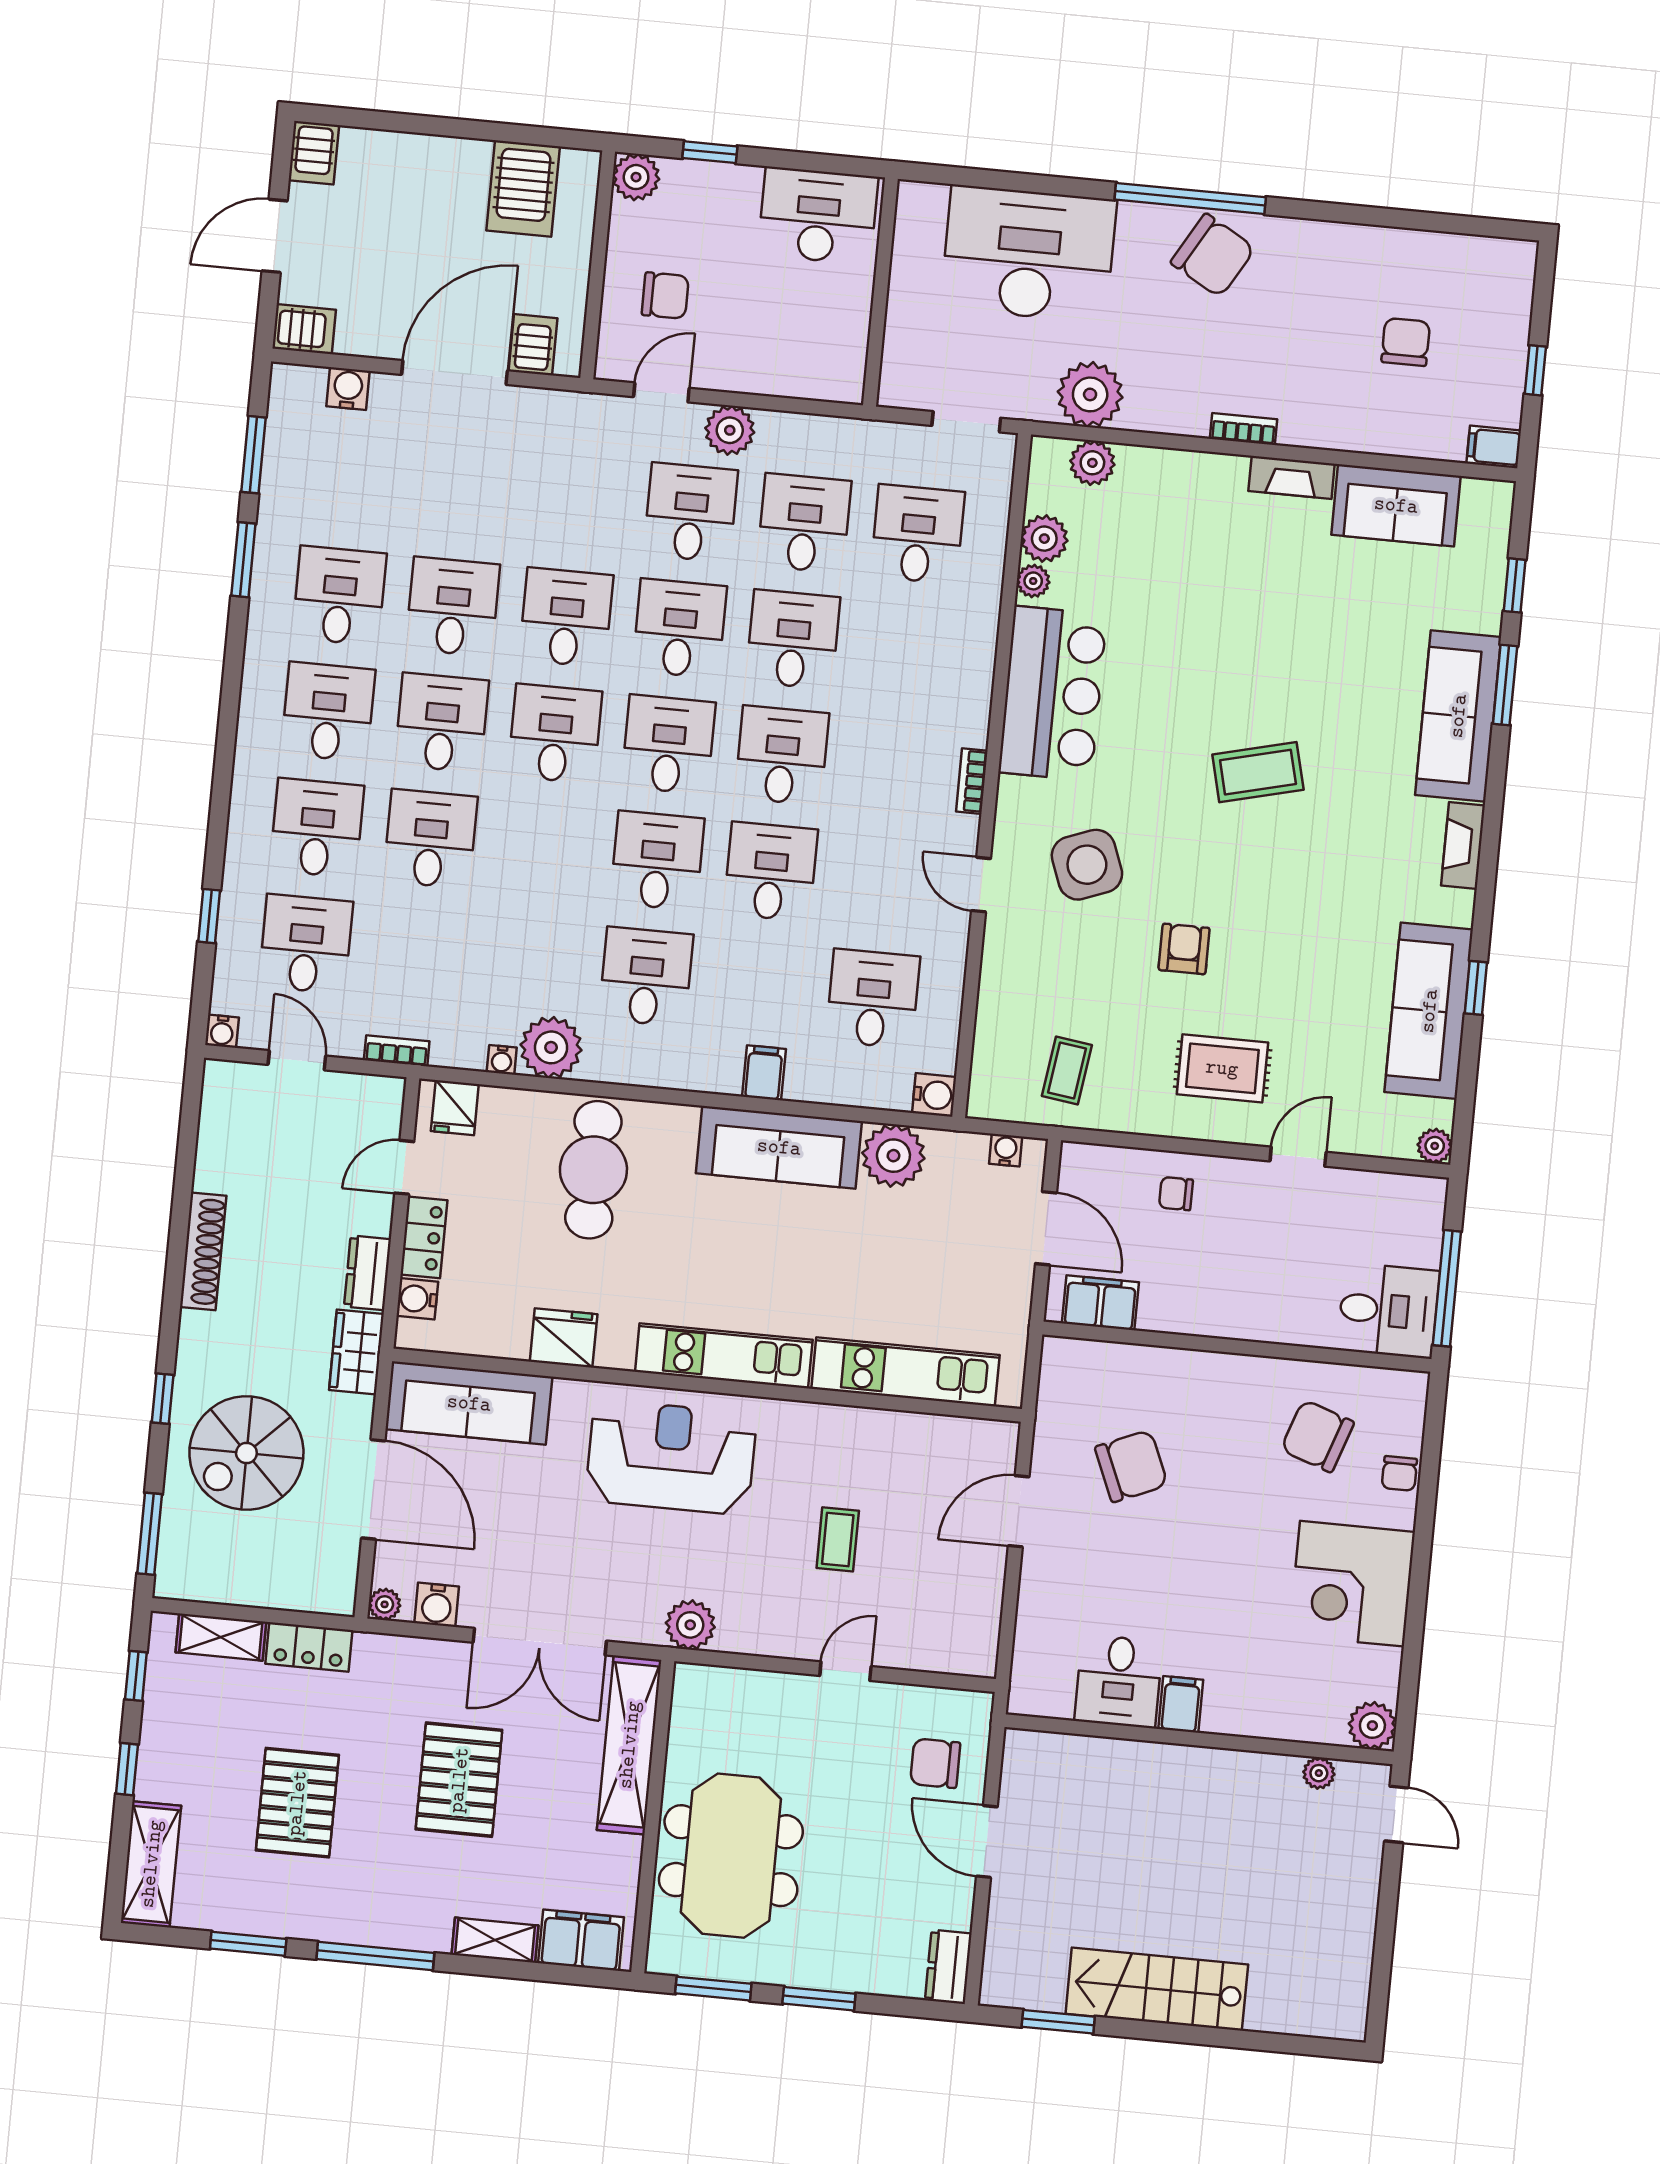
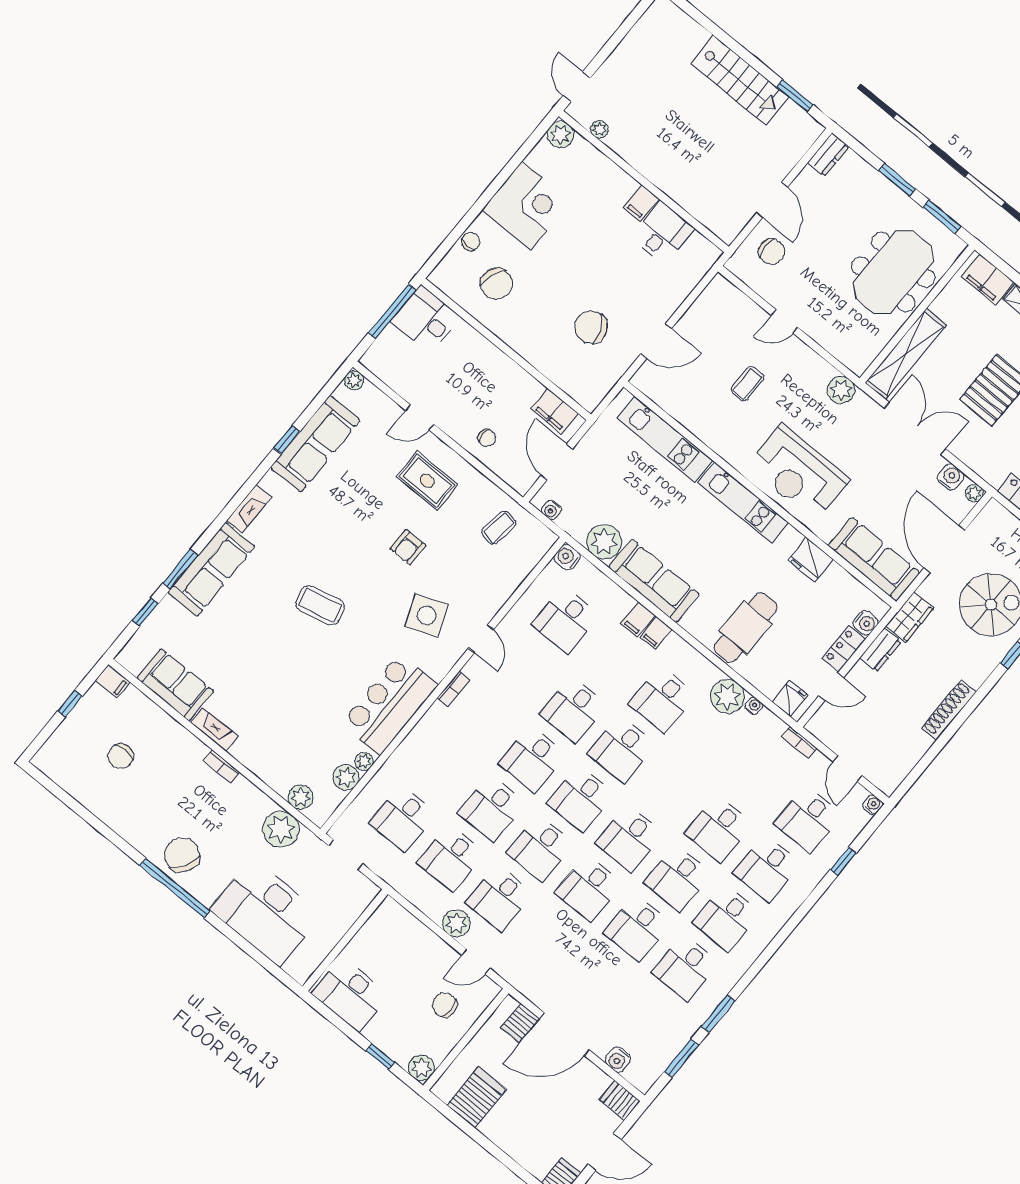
filing cabinet: (723, 1071) -> (656, 633), added

